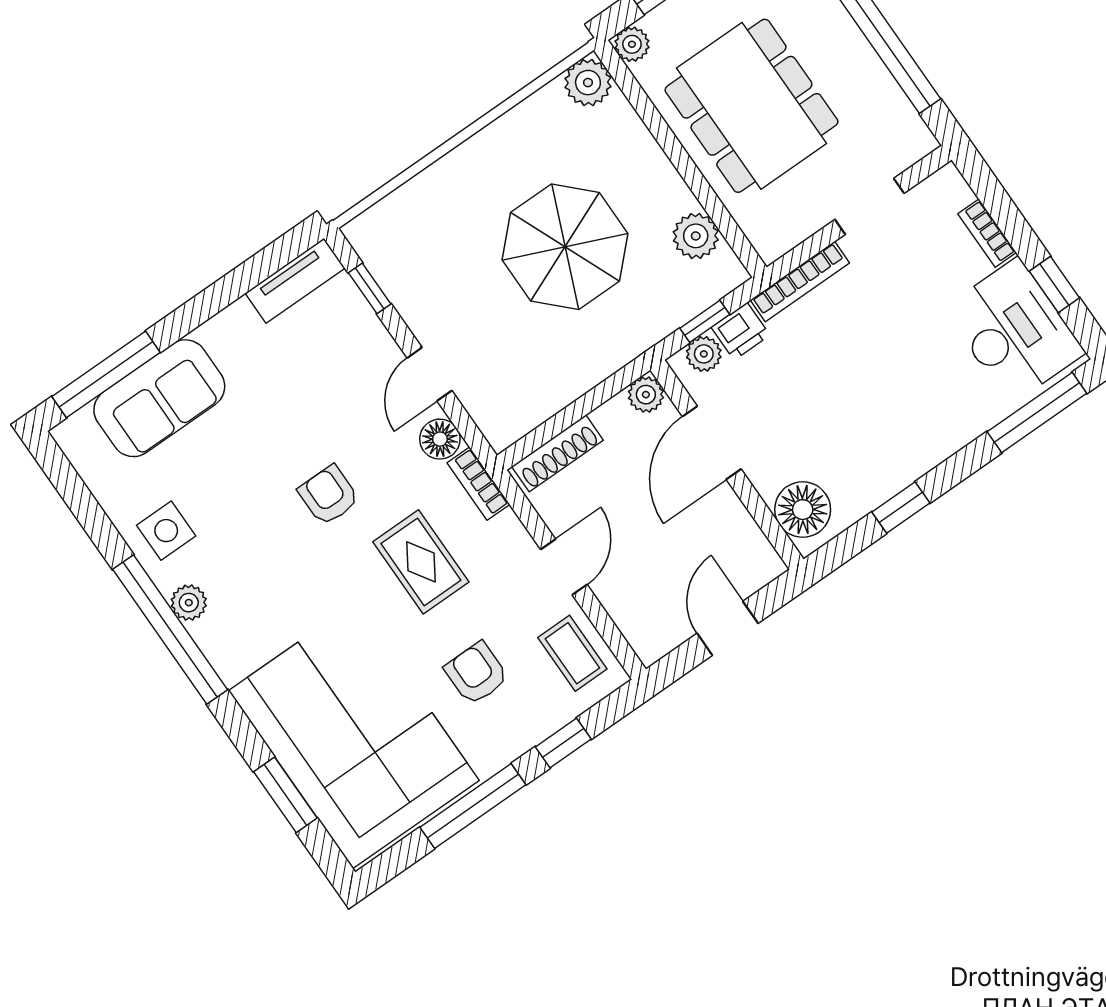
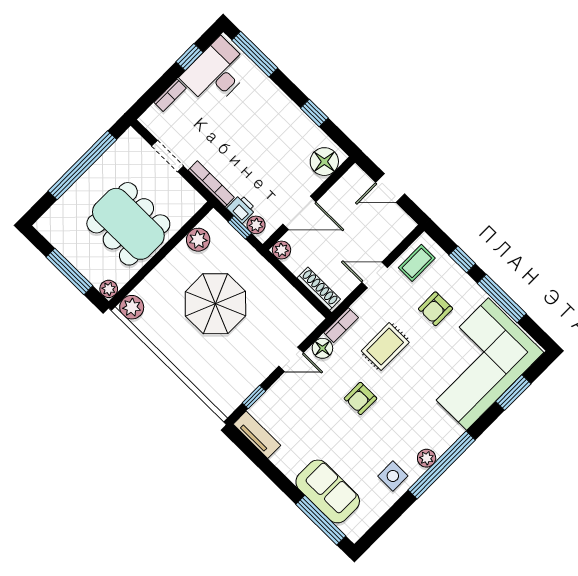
dining table: (751, 106) -> (128, 224), turned 90

